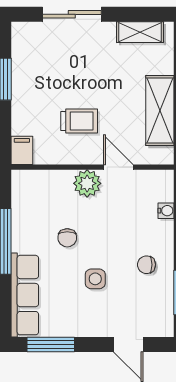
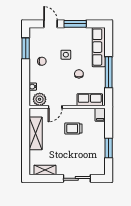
door: (118, 167) -> (55, 107), hinge flipped
row of seats: (44, 182) -> (90, 100), added
plant: (87, 183) -> (40, 99), moved
window: (51, 345) -> (75, 24), moved

